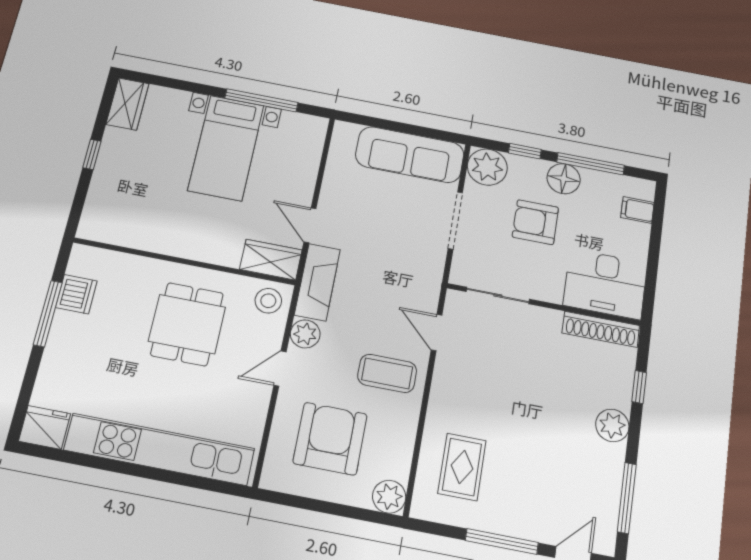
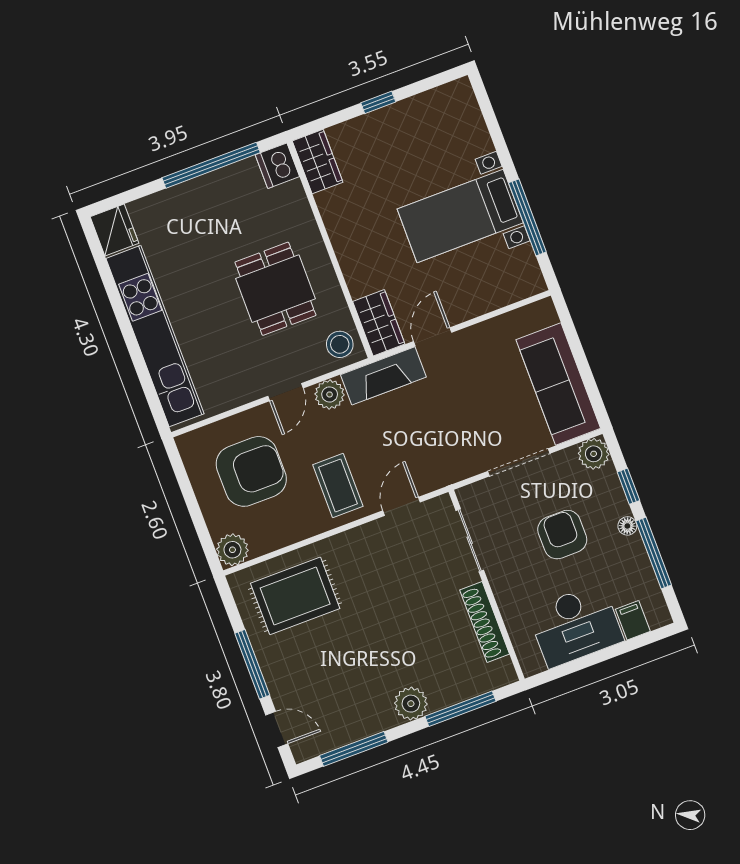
wardrobe: (127, 104) -> (318, 162), moved, turned -90
plant: (487, 167) -> (594, 454), width x0.73, depth x0.73
floor lamp: (564, 179) -> (627, 526), width x0.53, depth x0.53
desk: (605, 284) -> (575, 625), moved, turned -90
dishwasher: (76, 294) -> (277, 166), moved, turned 90
window: (48, 314) -> (211, 165), width x1.46
dining table: (187, 324) -> (275, 289), turned 90
shoe rack: (601, 329) -> (485, 622), moved
door: (280, 369) -> (286, 392), swing flipped
window: (639, 387) -> (461, 709), width x2.17
rug: (462, 467) -> (295, 596), width x1.36, depth x1.43

